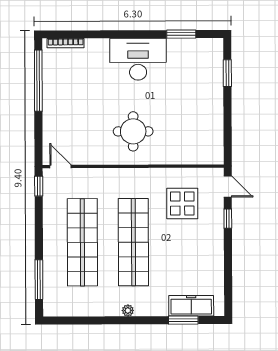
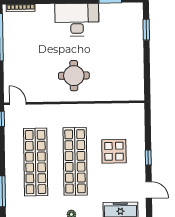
door: (228, 187) -> (149, 190), moved
display table: (182, 204) -> (114, 151), moved
window: (228, 219) -> (148, 157), moved

